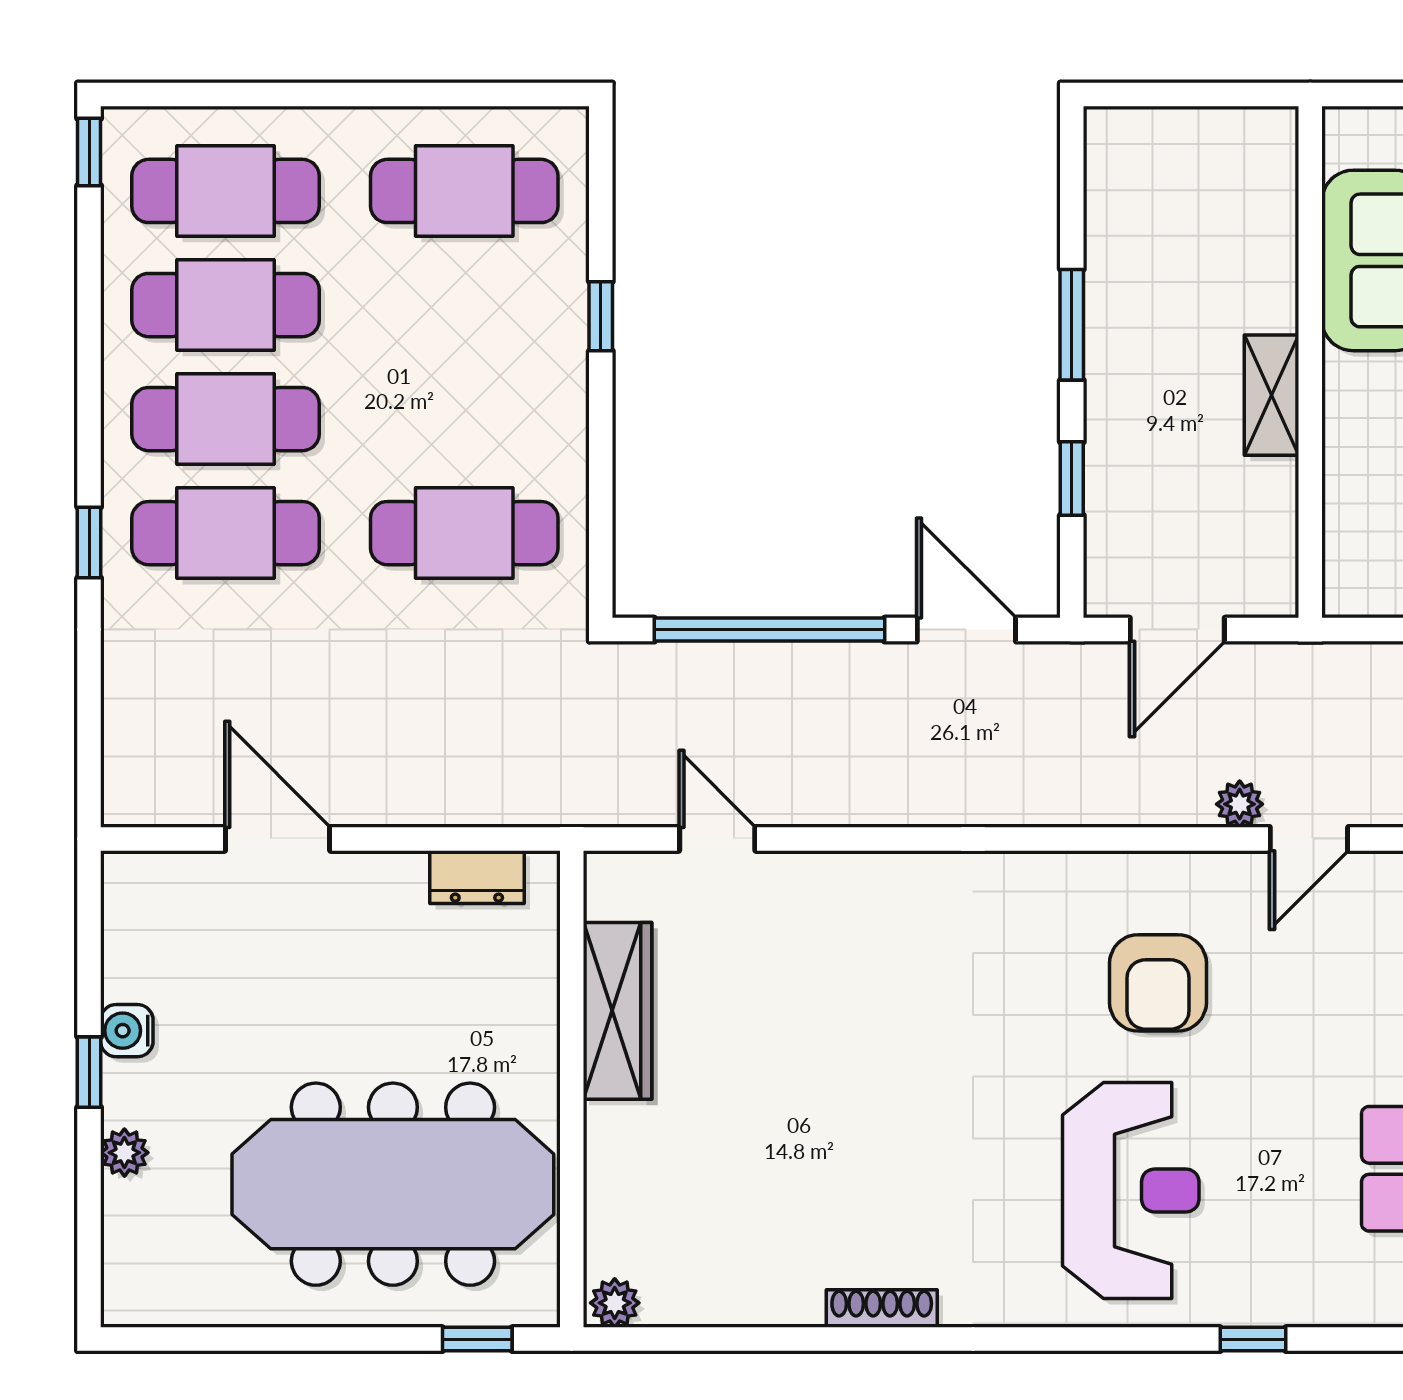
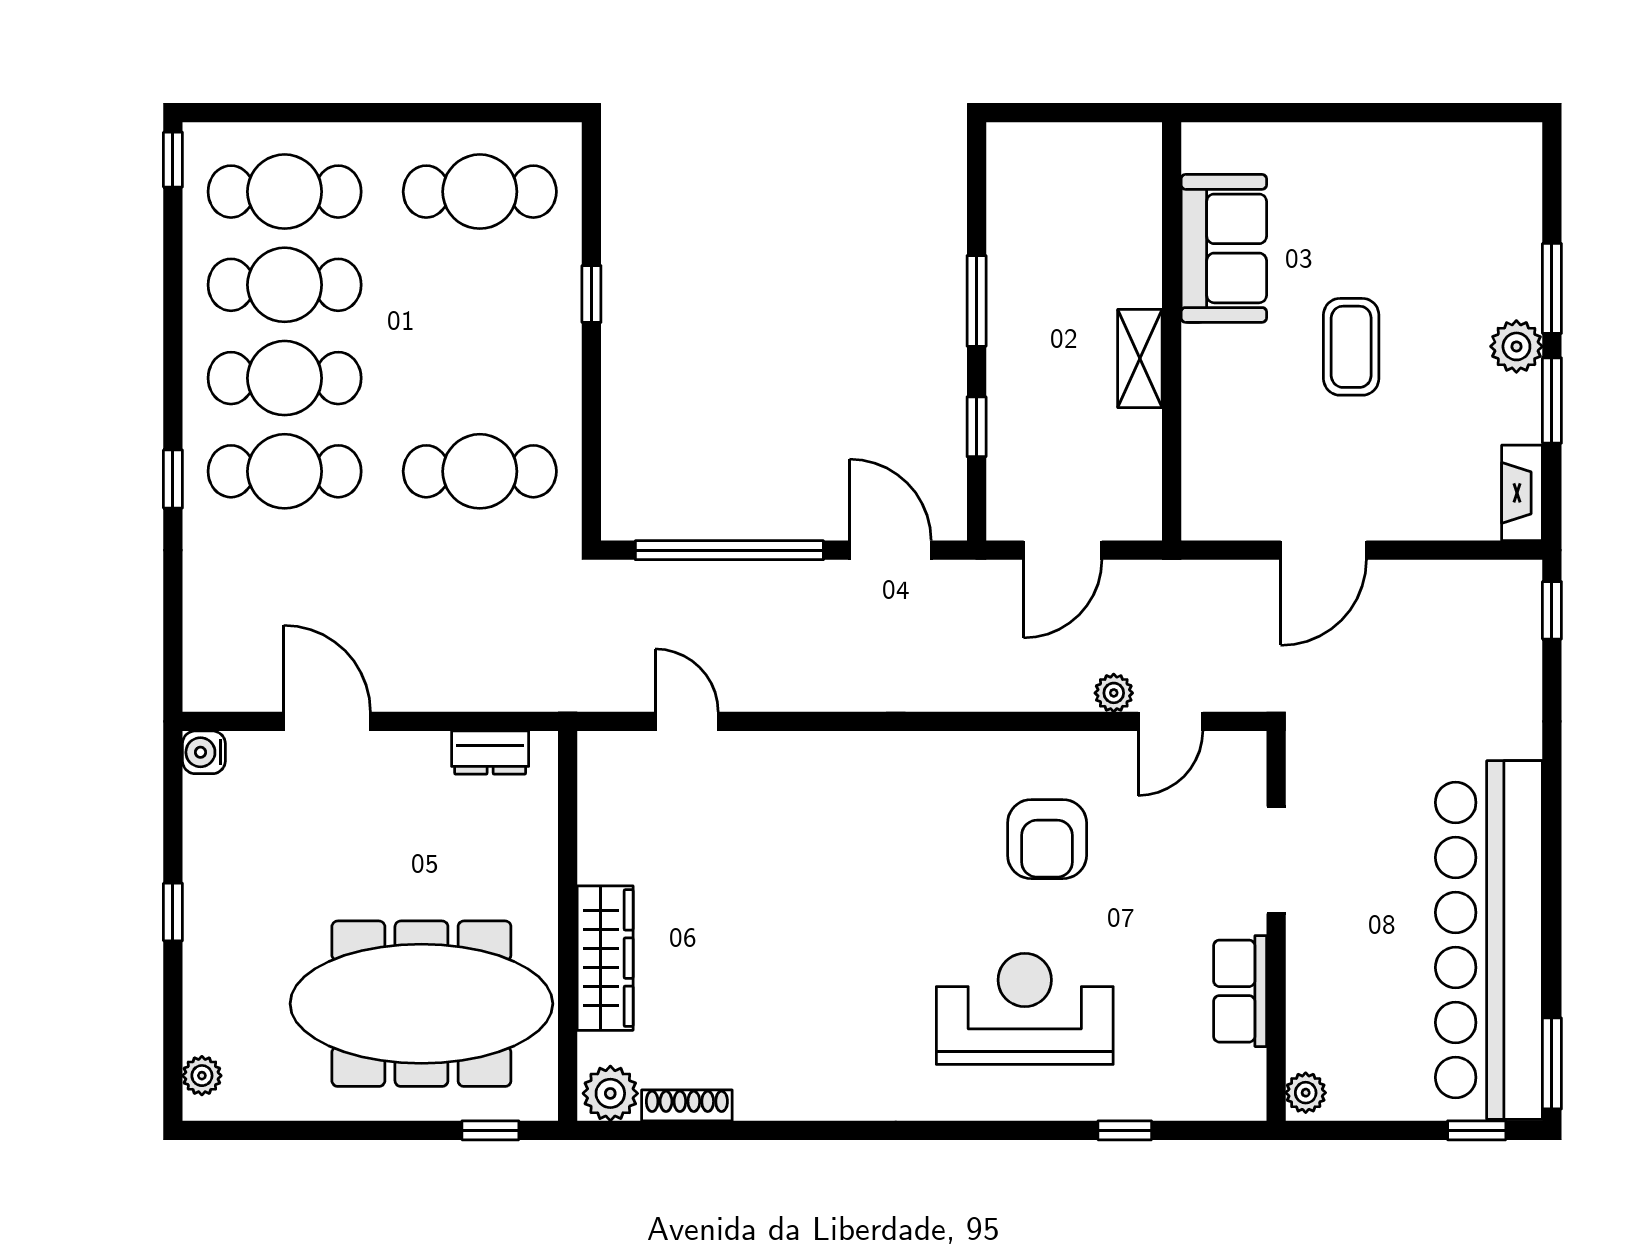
wardrobe: (618, 1011) -> (605, 958), moved
water cooler: (127, 1031) -> (204, 752), moved
plant: (124, 1153) -> (202, 1076), moved
reception desk: (1131, 1190) -> (1025, 1009), turned -90
plant: (615, 1303) -> (610, 1093), width x1.38, depth x1.38
shoe rack: (882, 1309) -> (687, 1105), moved

